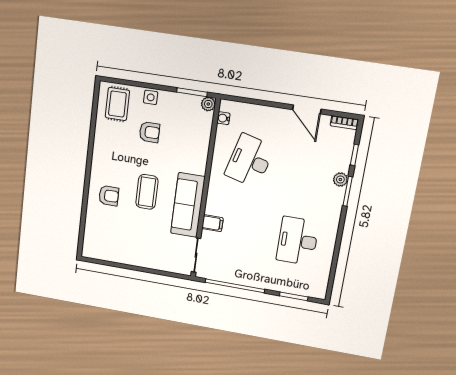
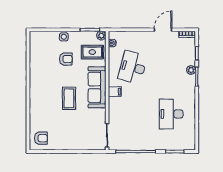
rug: (117, 104) -> (92, 52), moved, turned 90
door: (307, 109) -> (163, 30), swing flipped
armchair: (109, 196) -> (41, 138), moved
sofa: (188, 205) -> (97, 87), moved
filing cabinet: (212, 223) -> (115, 92), moved

